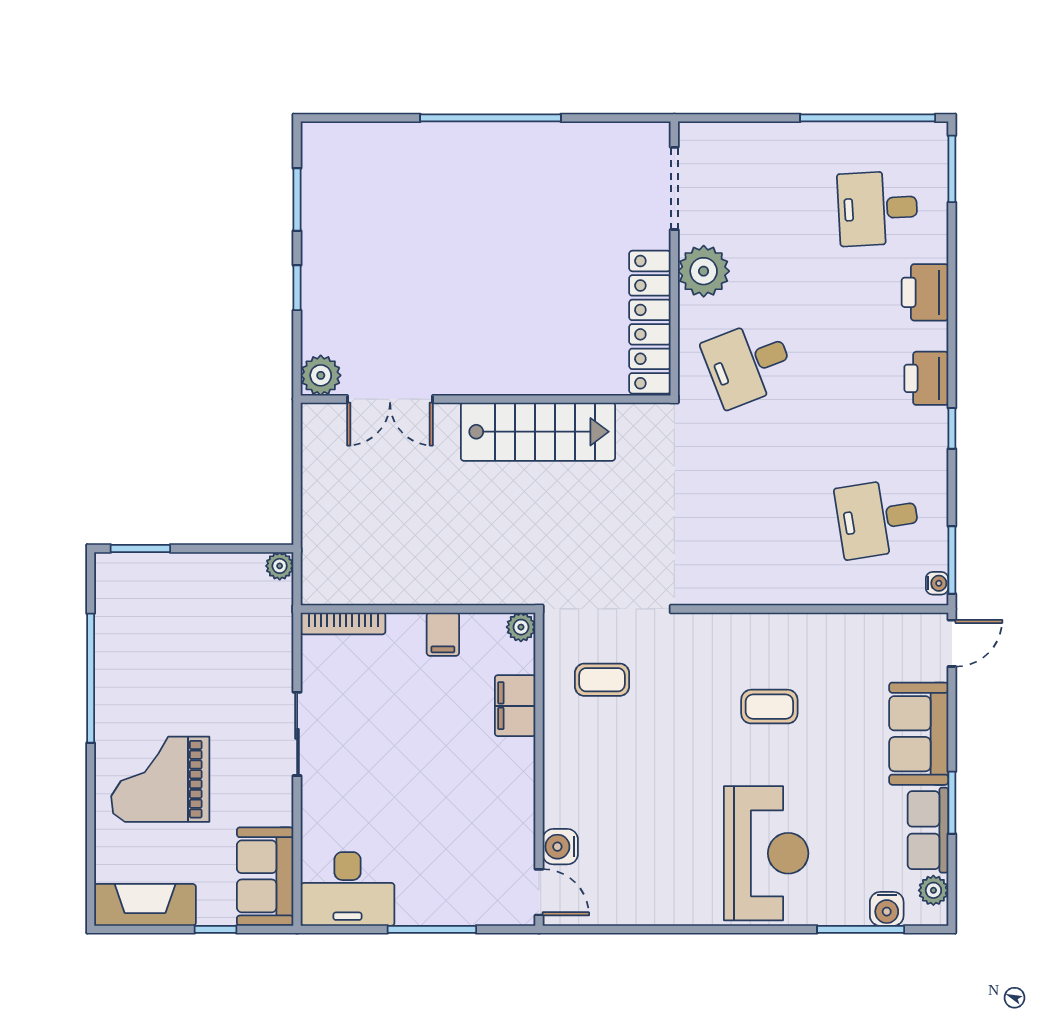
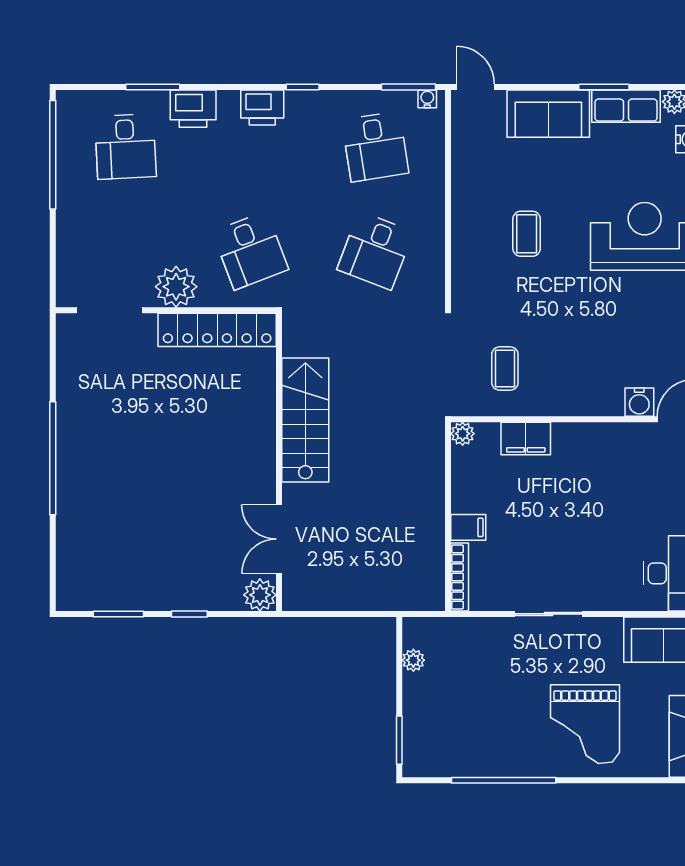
window: (952, 169) -> (153, 87), moved
double door: (390, 399) -> (279, 539), swing flipped
desk: (748, 519) -> (375, 251), added
plant: (280, 566) -> (413, 660), moved
filing cabinet: (443, 634) -> (468, 527), moved

